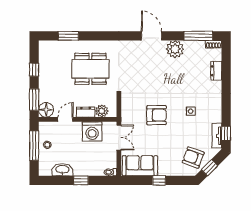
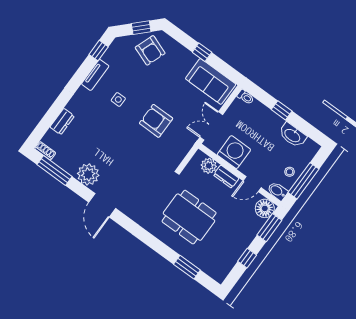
bidet: (46, 127) -> (277, 191), added
tv unit: (217, 136) -> (95, 75), moved

